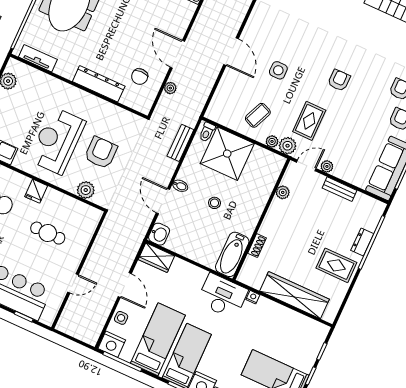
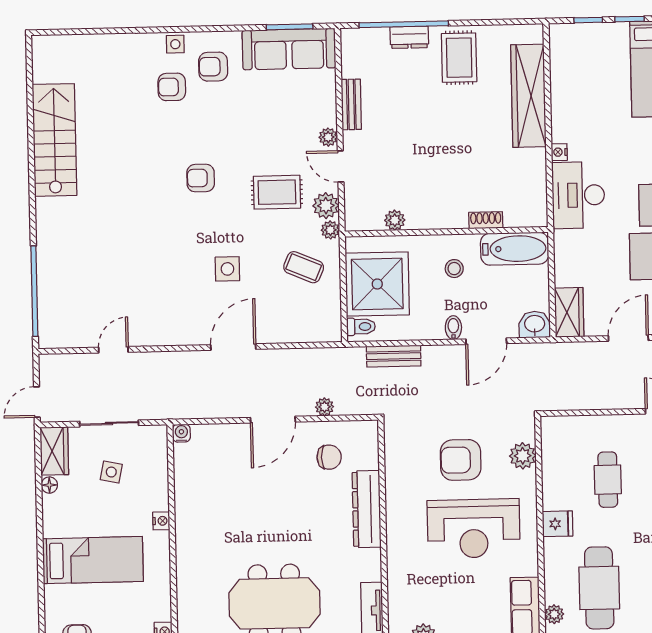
plant: (283, 192) -> (395, 220), moved
wall: (261, 219) -> (446, 232), moved
shoe rack: (257, 246) -> (486, 220), moved
bathtub: (232, 254) -> (515, 249), moved

